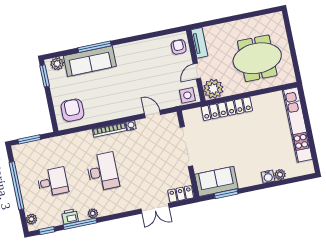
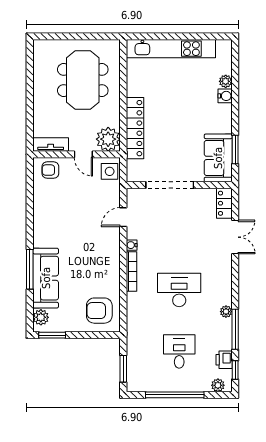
printer: (70, 216) -> (224, 360), moved

